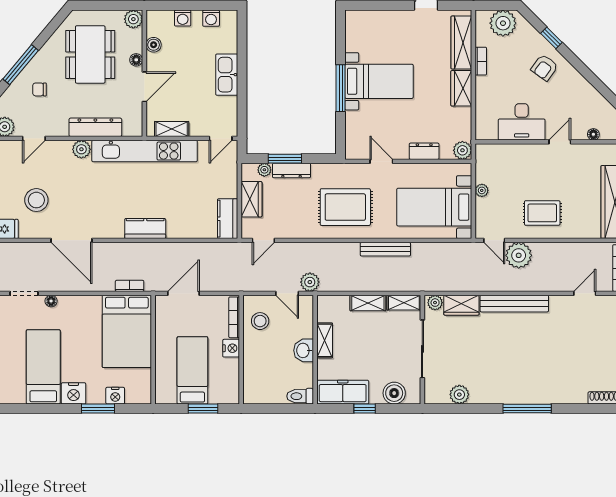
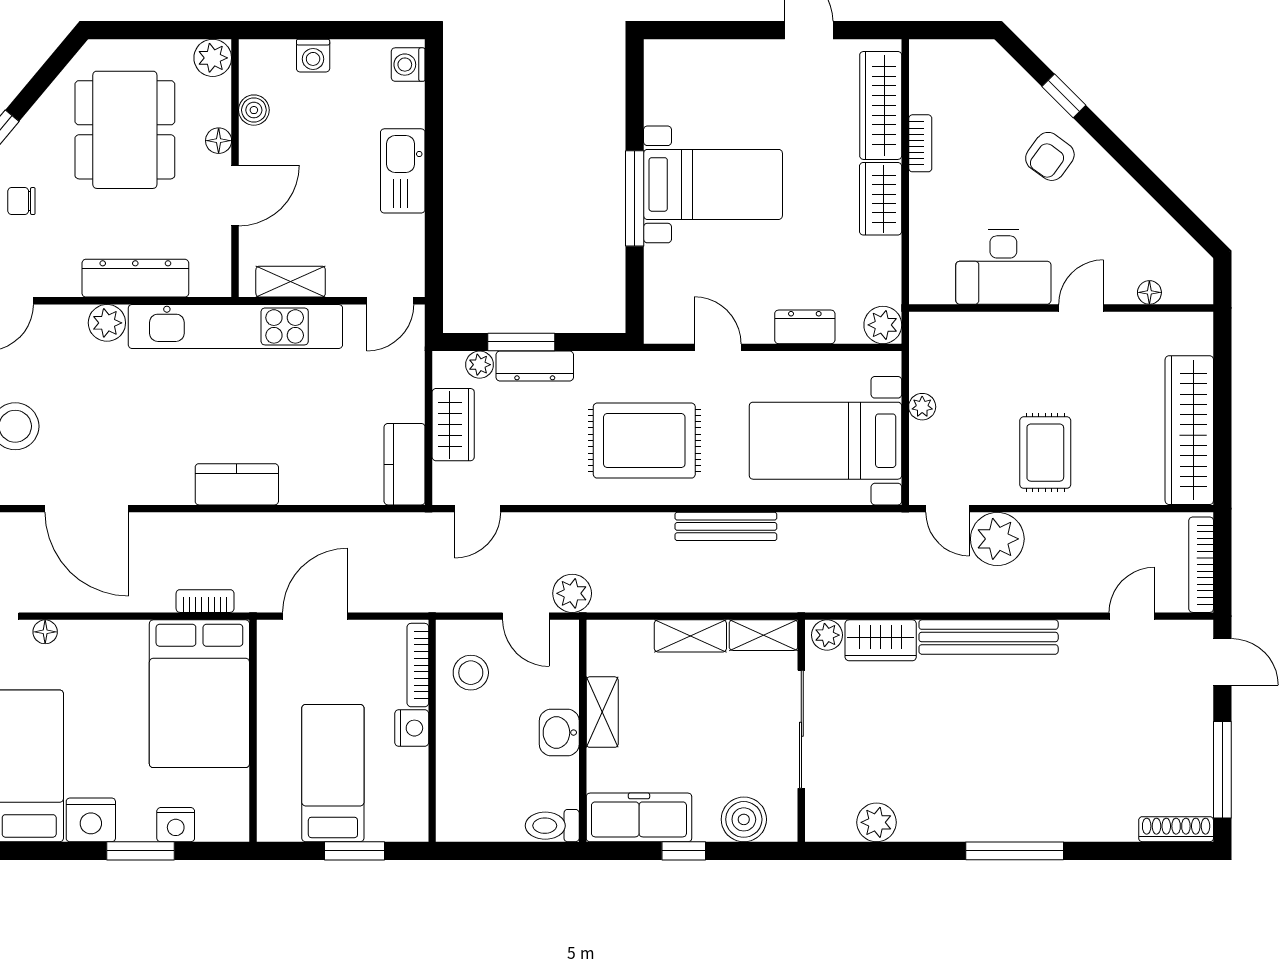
washing machine: (211, 18) -> (408, 65), moved, turned 90
plant: (503, 23) -> (965, 66), removed
rug: (542, 213) -> (1045, 453), turned 90

